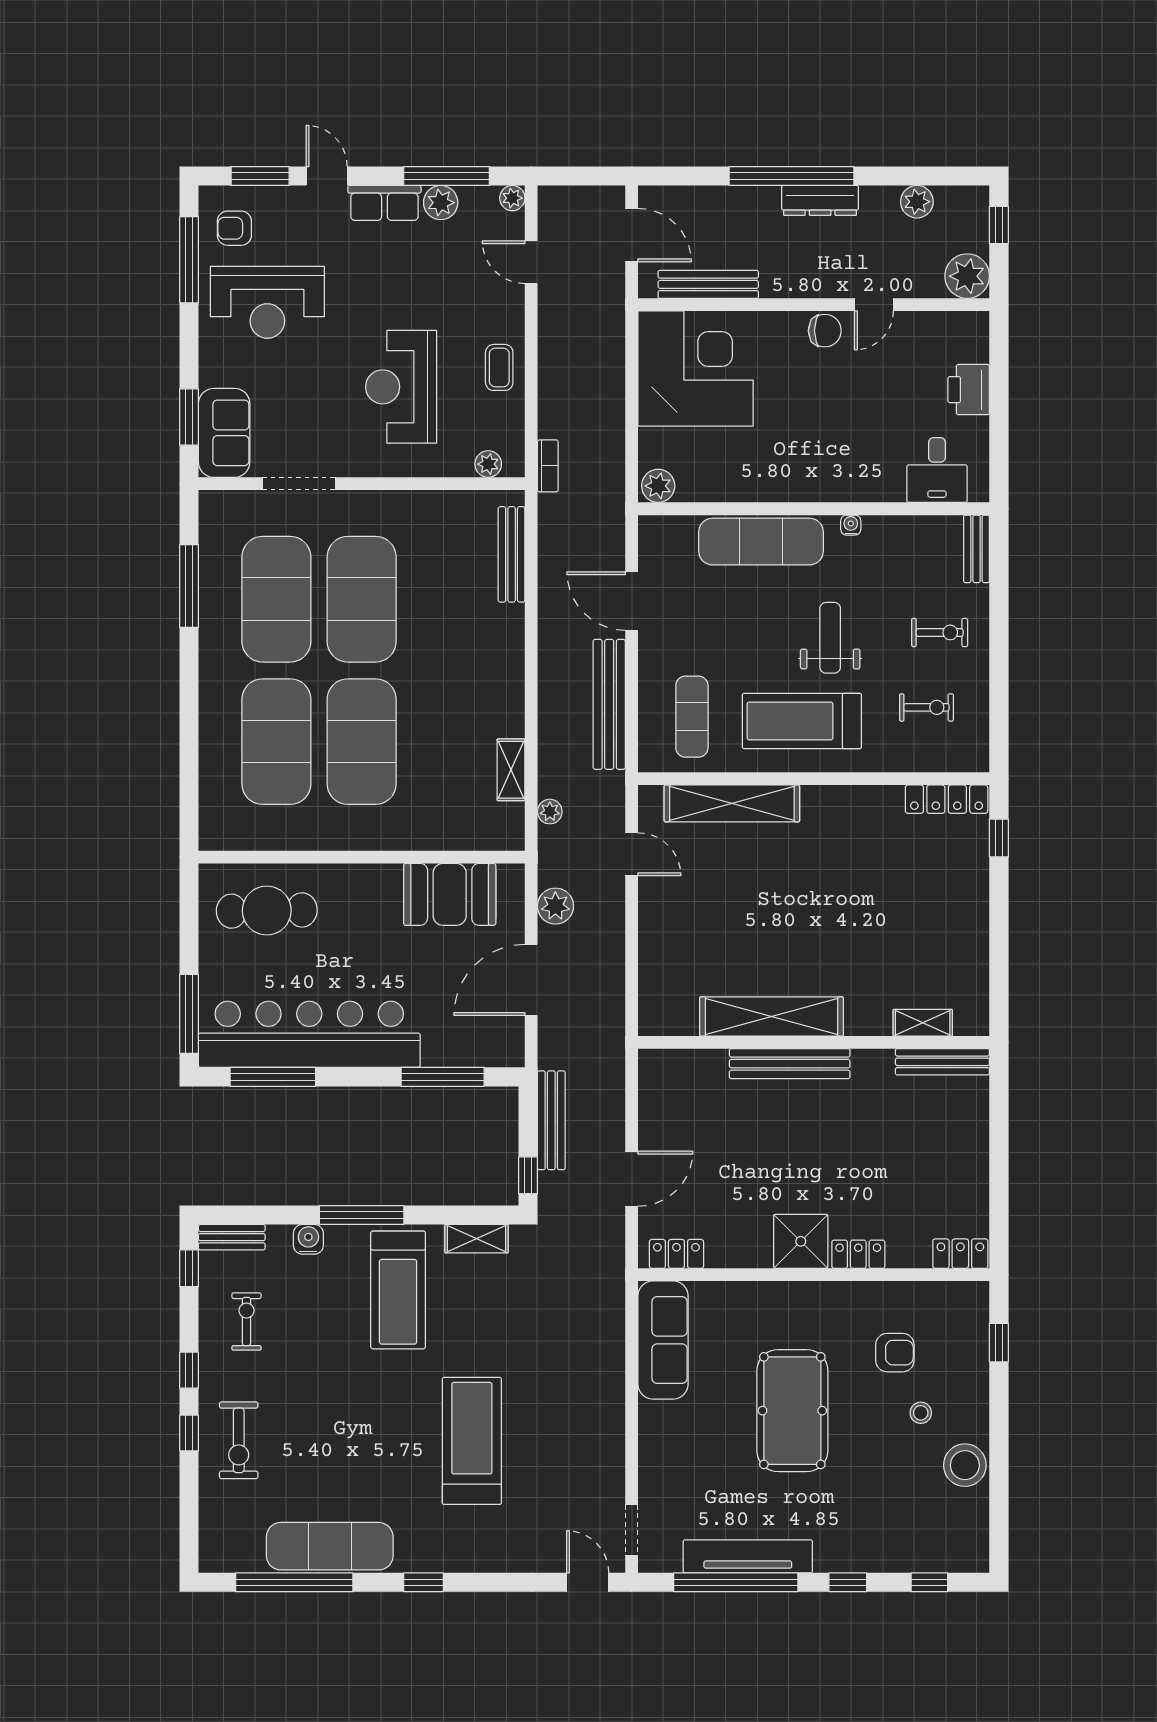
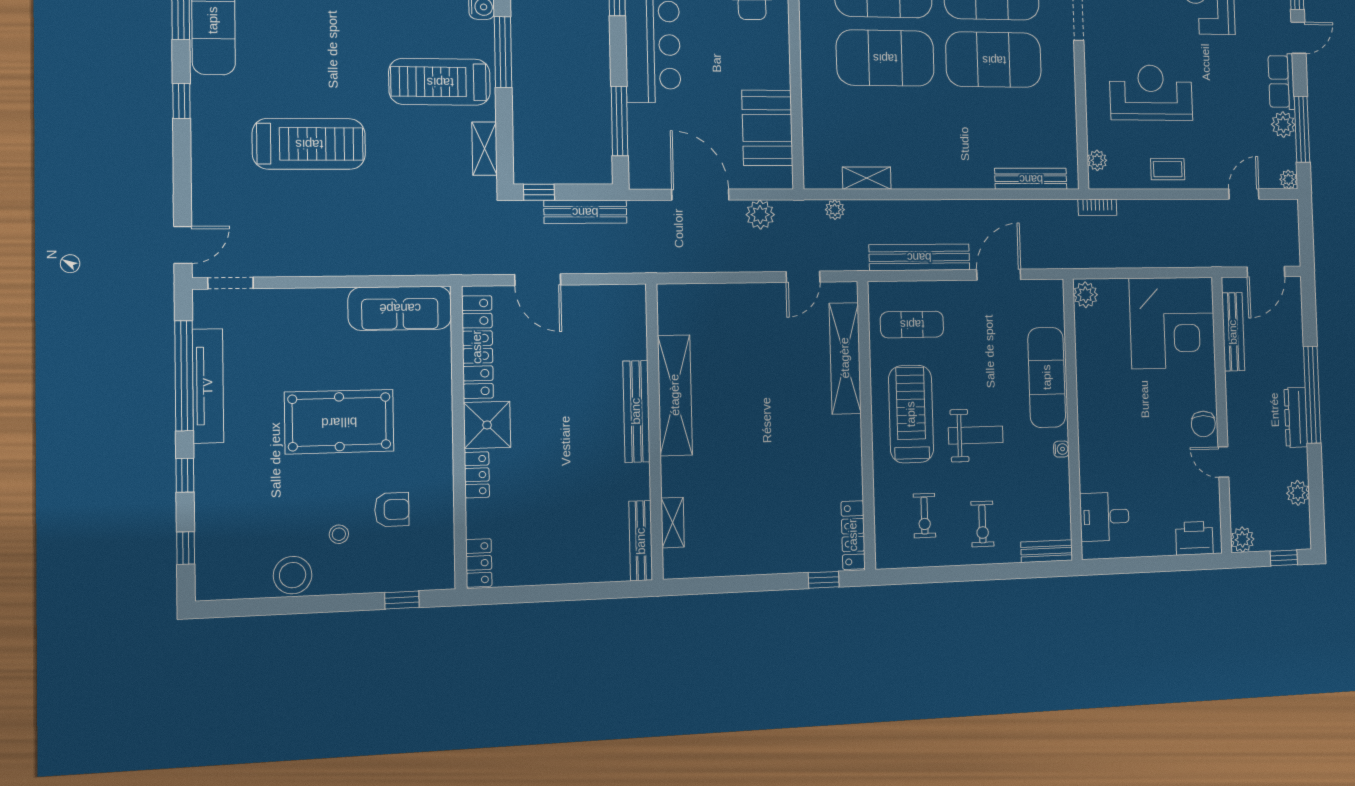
plant: (967, 276) -> (1242, 539), width x0.73, depth x0.73
printer: (969, 390) -> (1194, 538), moved
locker: (676, 1254) -> (477, 347), width x2.16, depth x1.21
armchair: (895, 1353) -> (392, 510), turned -90

